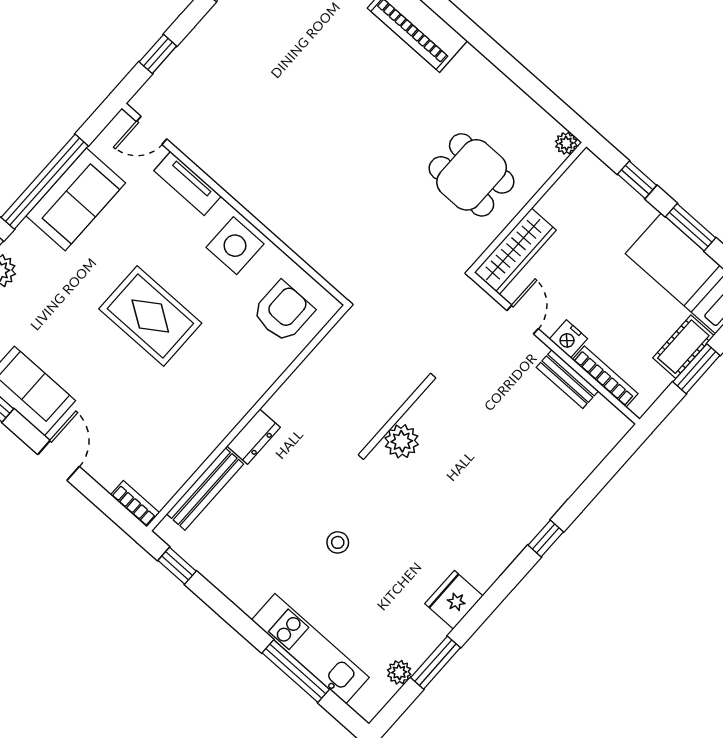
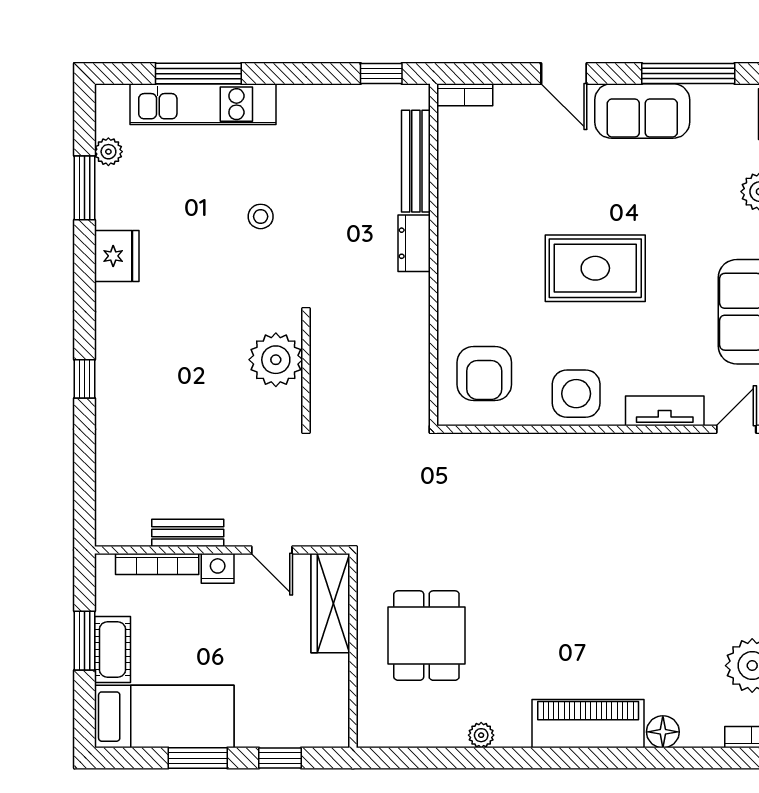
plant: (566, 143) -> (481, 735), moved
dining table: (472, 175) -> (426, 636), turned 90
plant: (402, 441) -> (276, 360), width x1.36, depth x1.36

